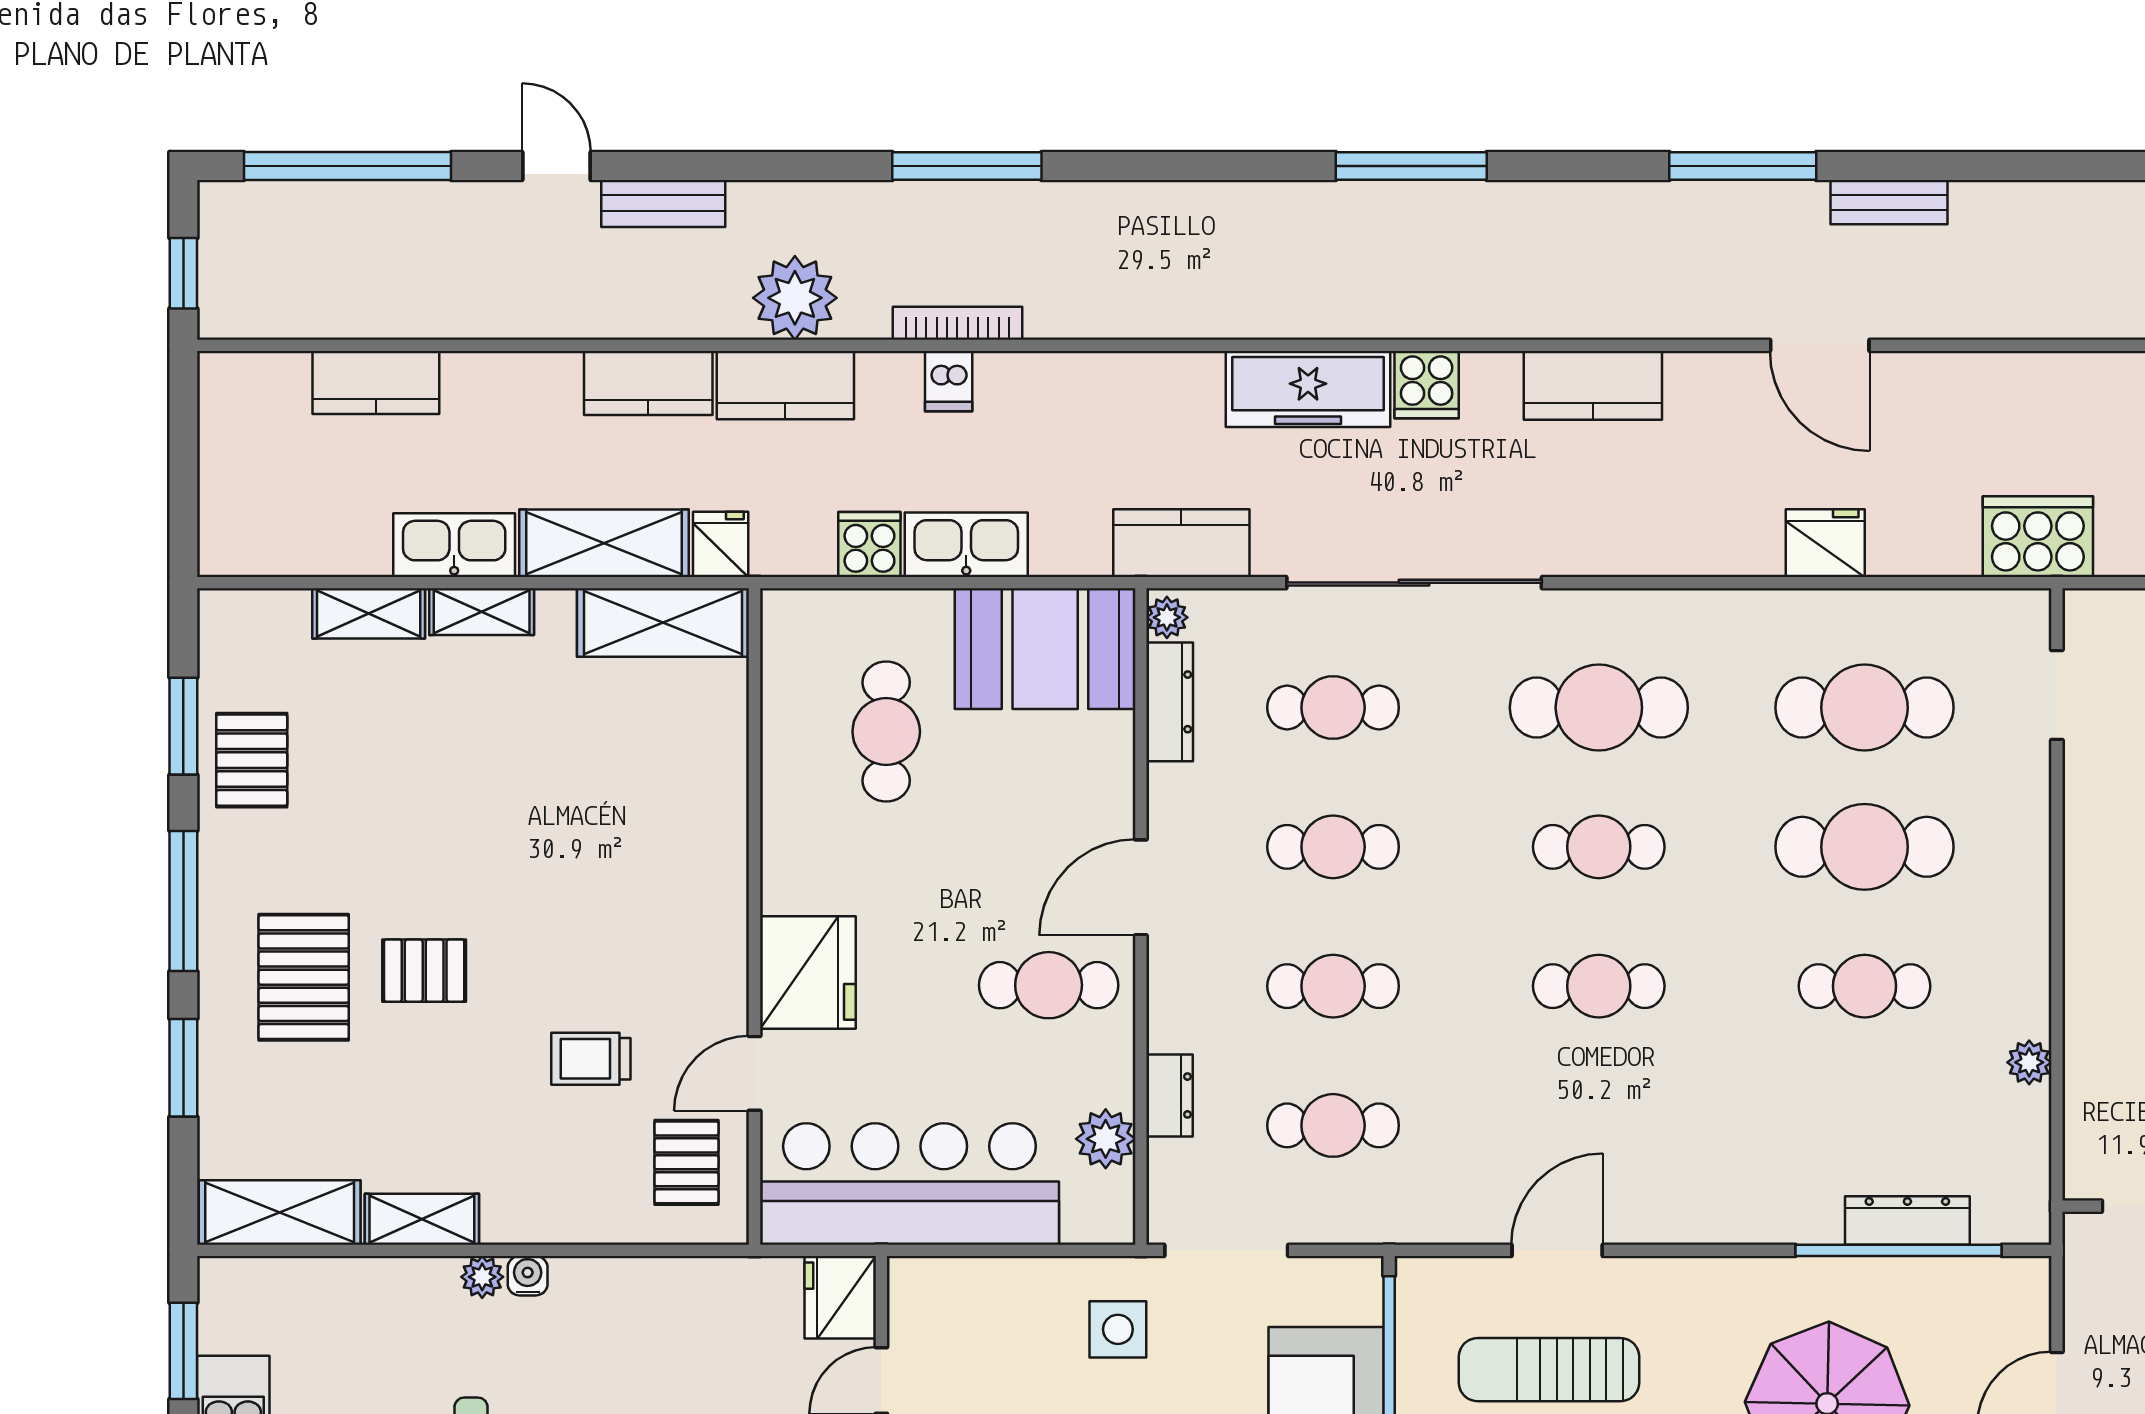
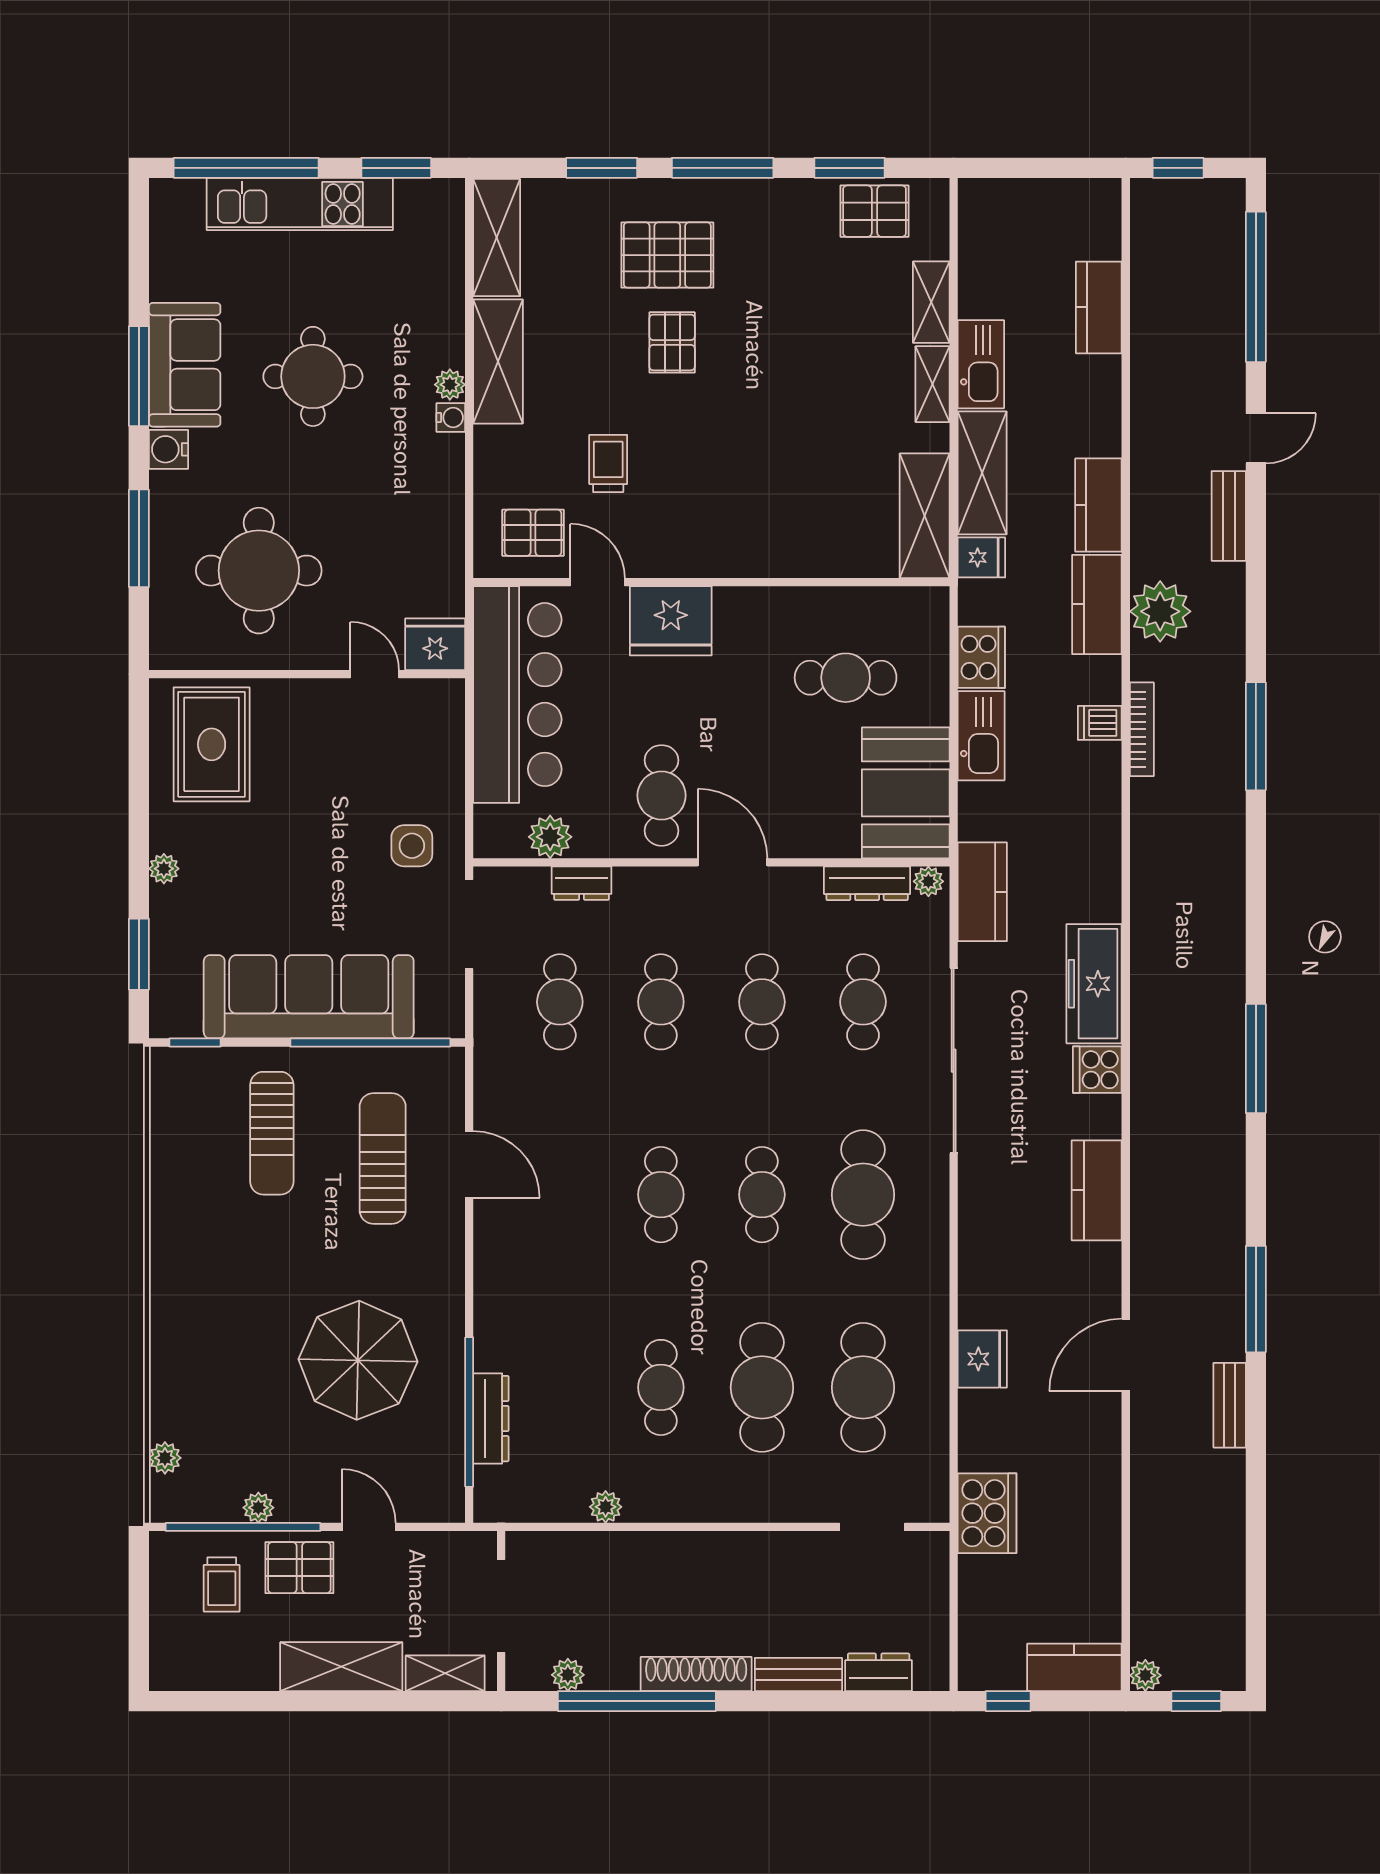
cooker: (869, 544) -> (981, 657), width x1.36
pallet: (252, 760) -> (875, 211), moved
shelving: (422, 1219) -> (498, 361), width x1.50, depth x1.33

